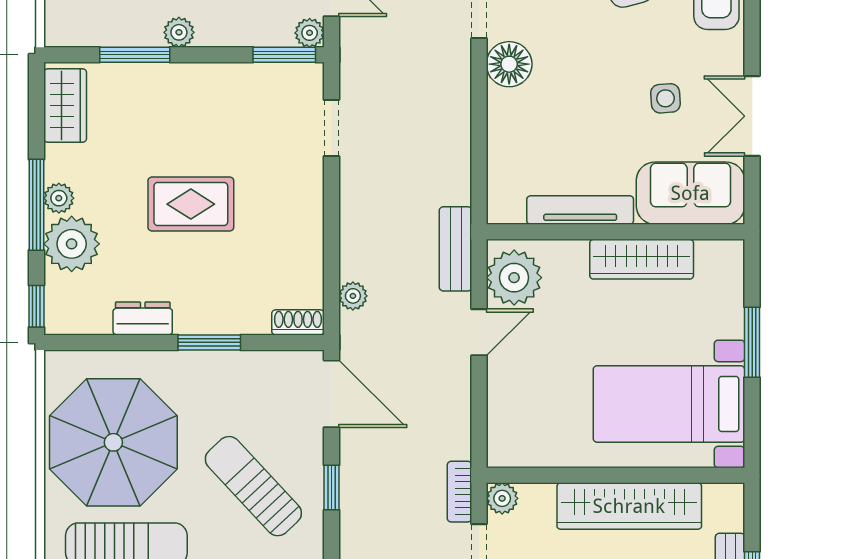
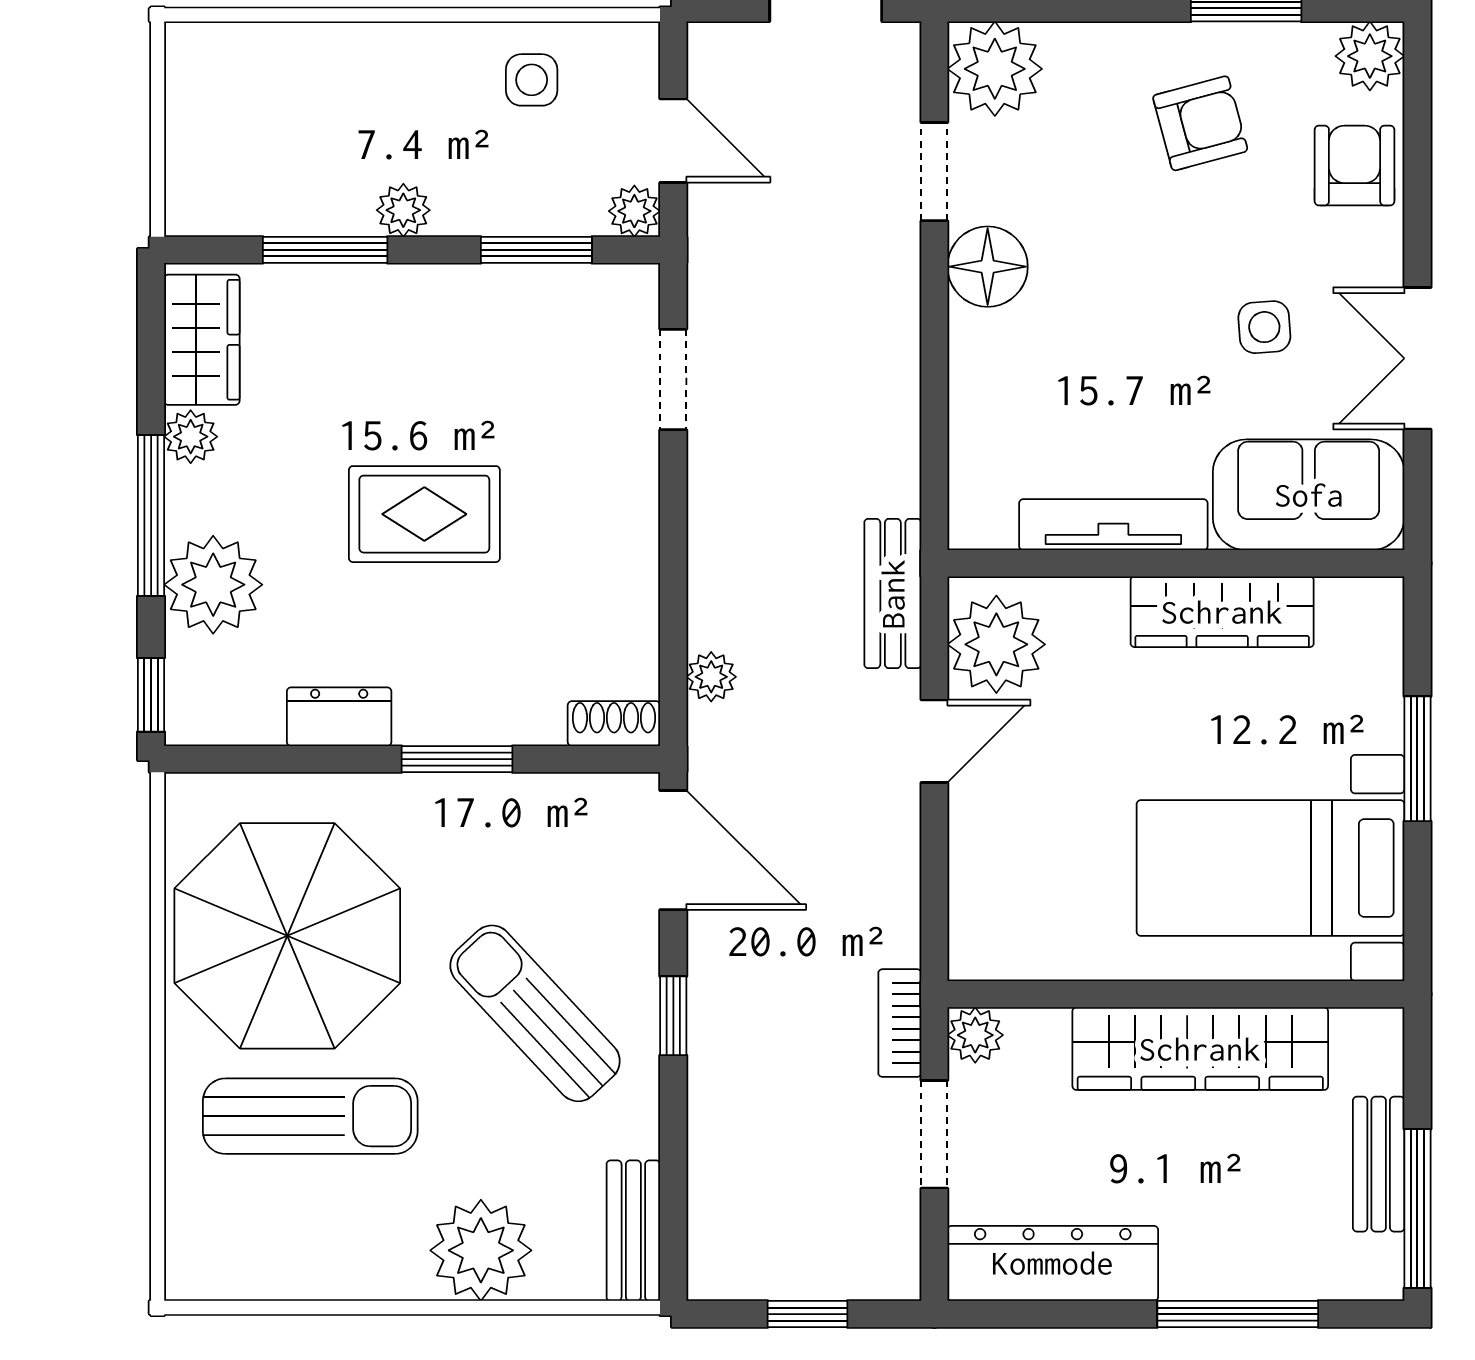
window: (284, 55) -> (536, 250), moved
plant: (59, 198) -> (191, 437), moved

